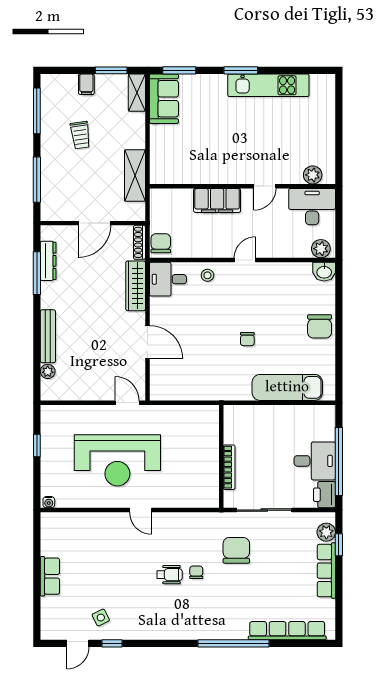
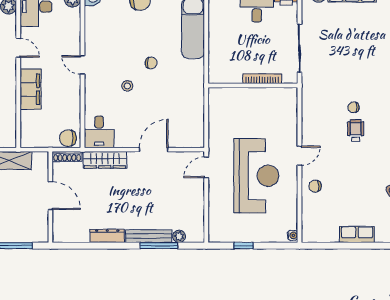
dresser: (48, 261) -> (107, 236), moved
window: (37, 273) -> (159, 246), moved
stool: (207, 275) -> (127, 86), moved
chair: (236, 550) -> (315, 186), moved, width x0.54, depth x0.54

